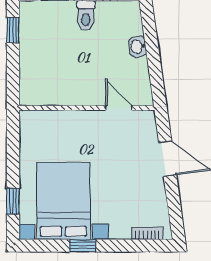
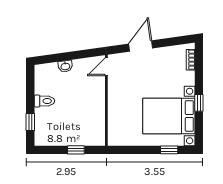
window: (13, 30) -> (76, 150), moved
door: (119, 108) -> (106, 67), moved

